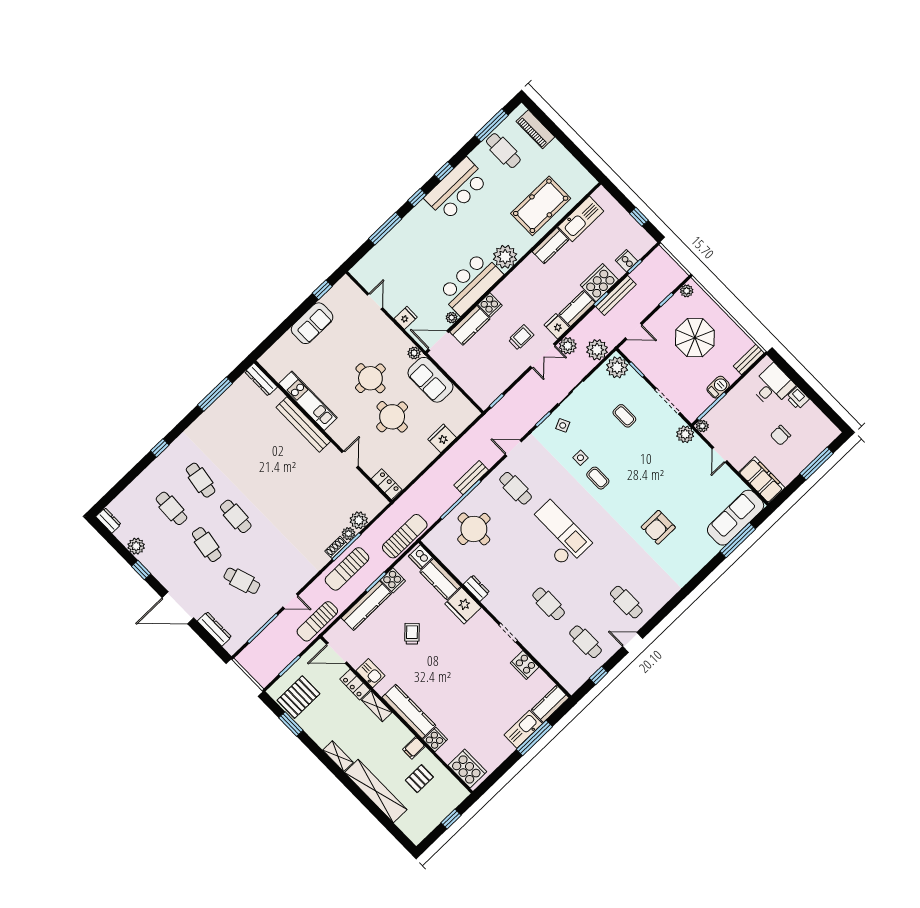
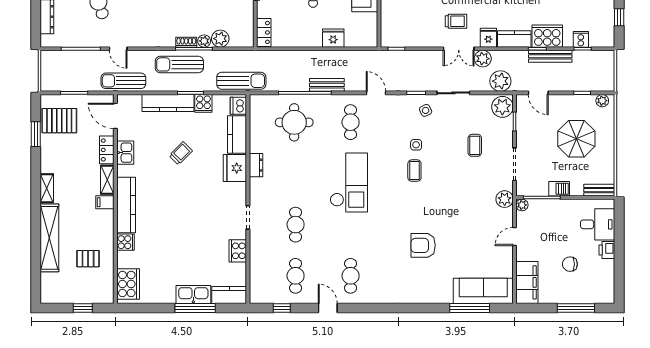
filing cabinet: (414, 748) -> (105, 202), moved

